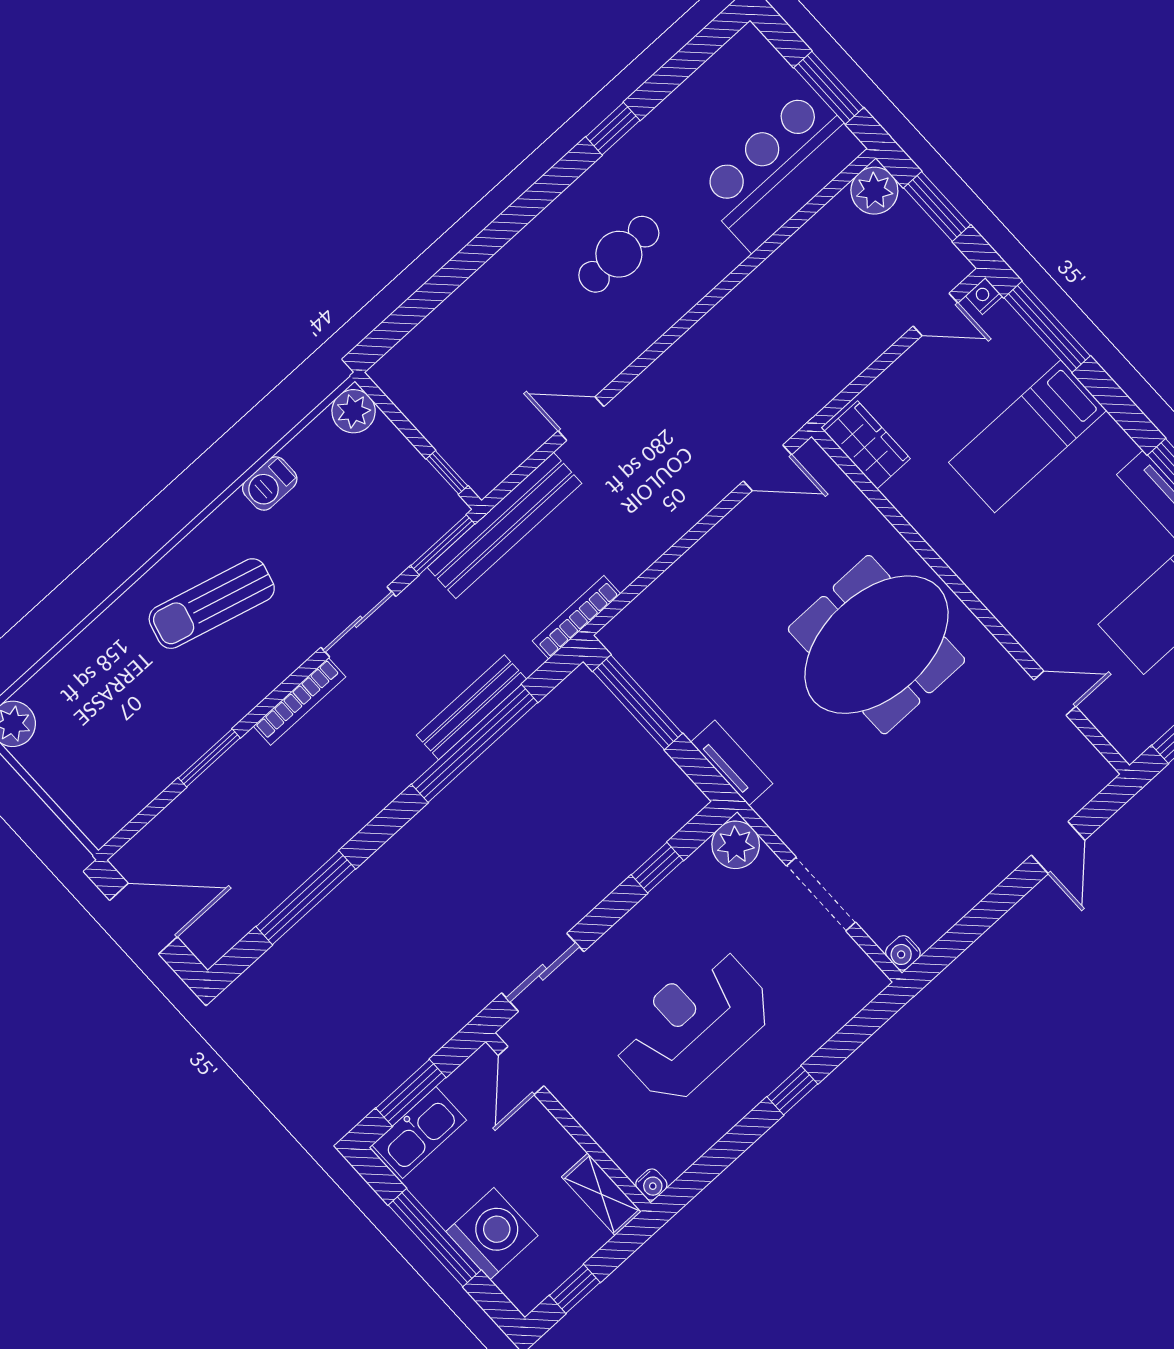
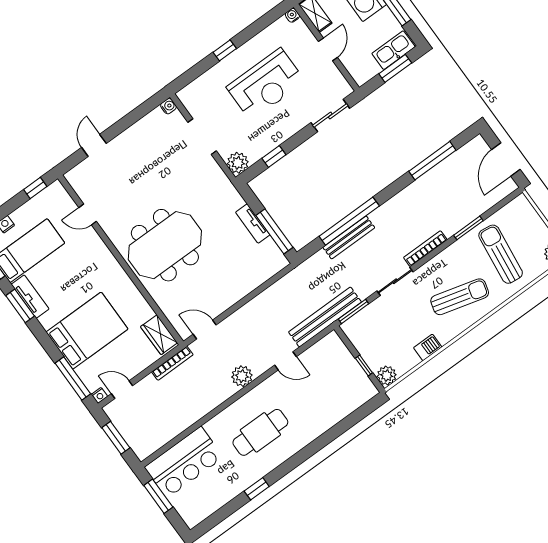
plant: (874, 191) -> (242, 376), moved
cafe table: (619, 254) -> (260, 432), width x1.37, depth x1.35
bed: (1028, 436) -> (87, 331), width x1.50
window: (447, 472) -> (364, 366), moved
bookcase: (576, 617) -> (172, 363), moved
sun lounger: (132, 708) -> (501, 254), added
tv unit: (732, 763) -> (253, 224), moved
door: (143, 919) -> (506, 159), hinge flipped
door: (521, 1071) -> (328, 49), moved

